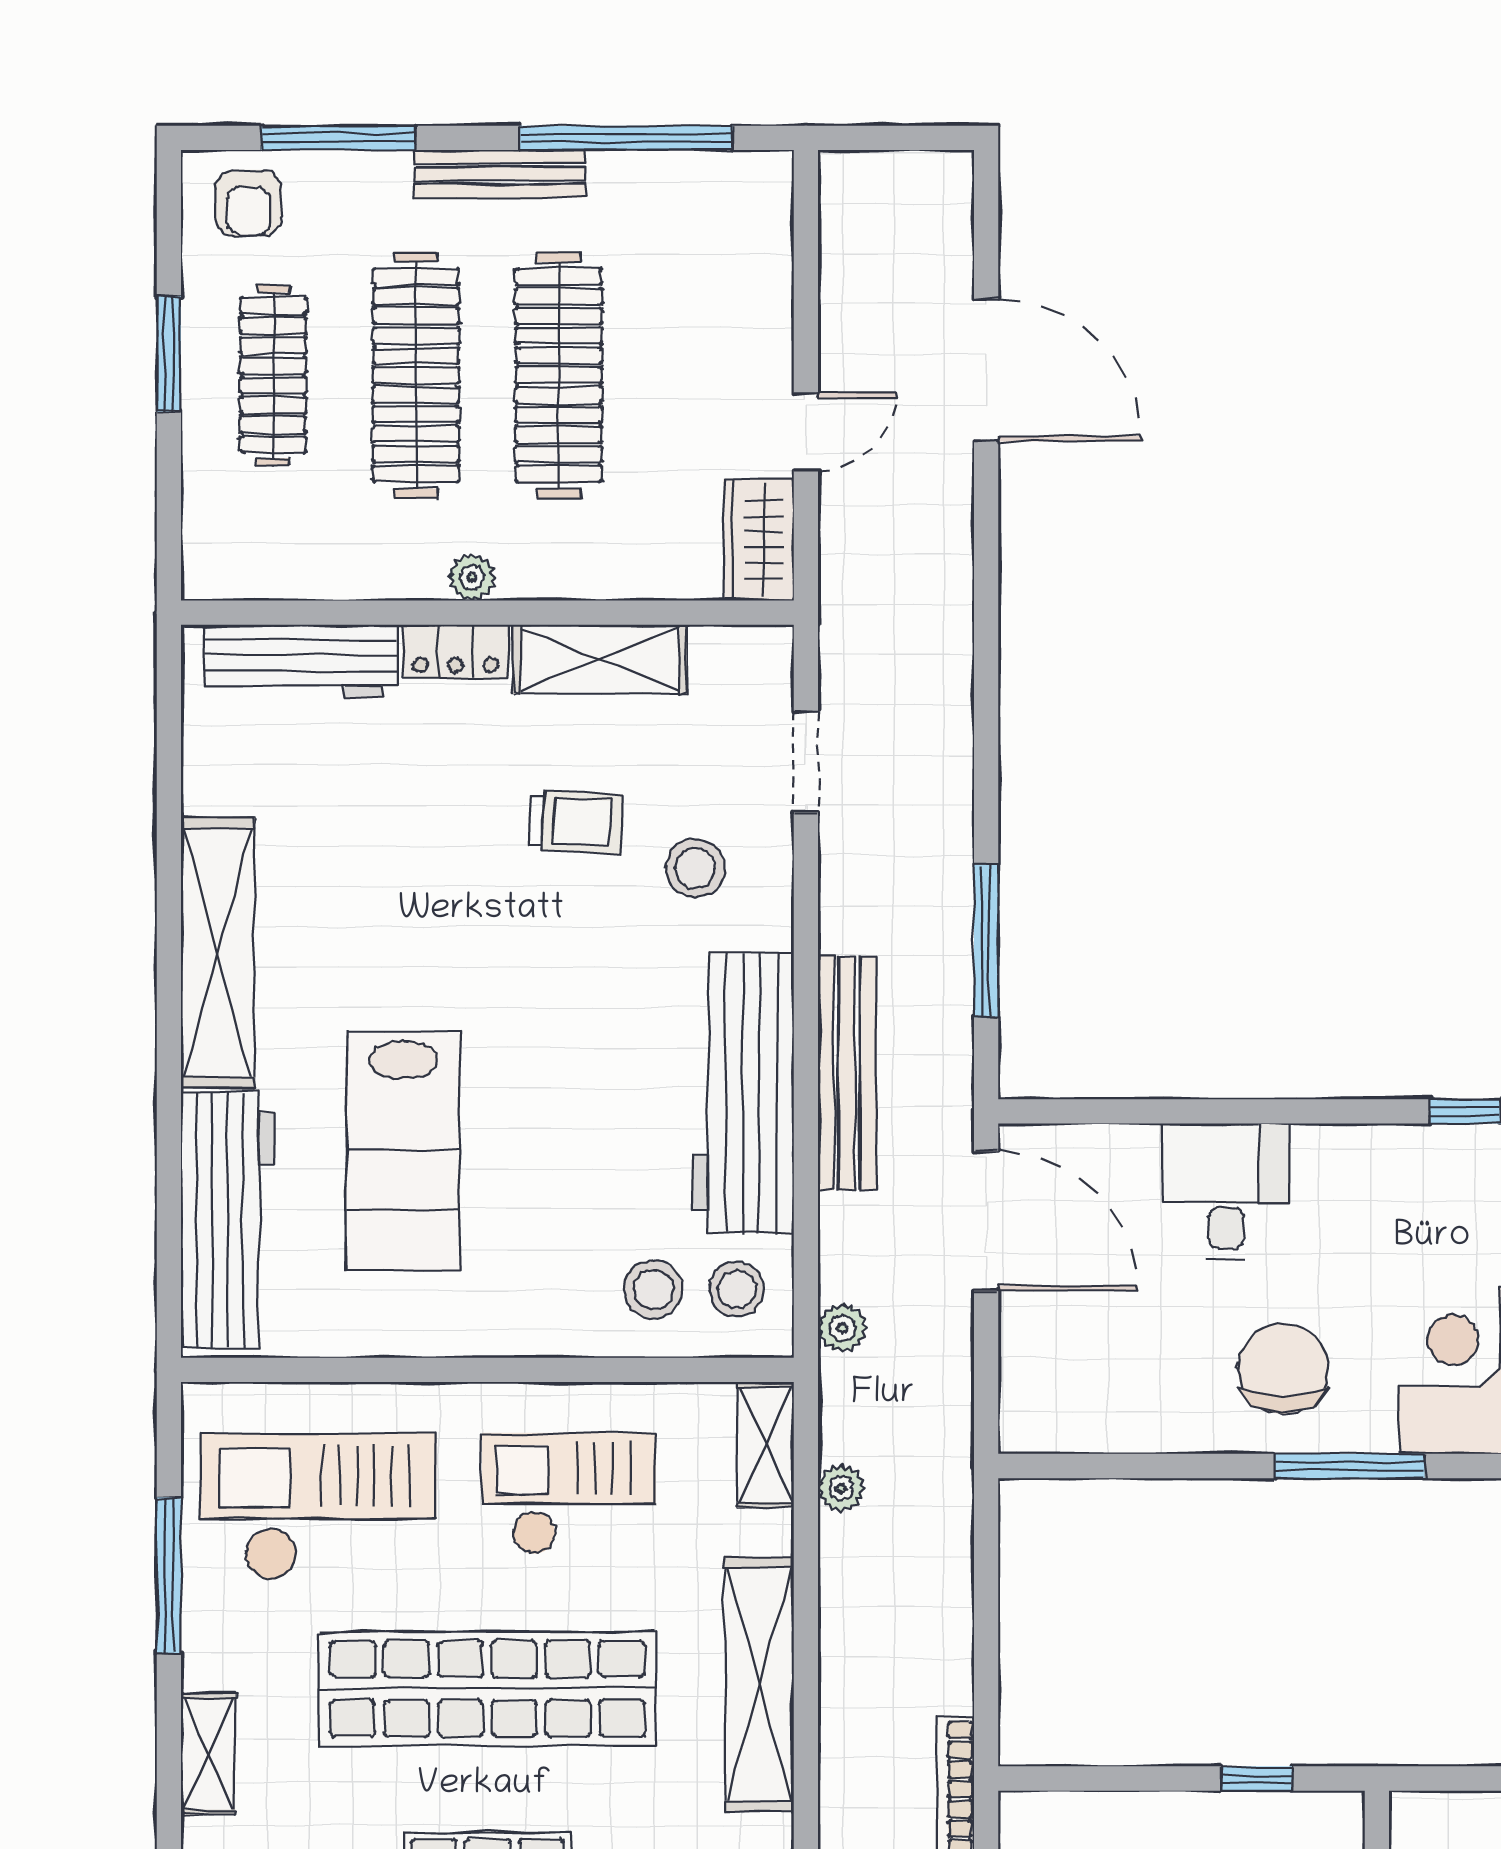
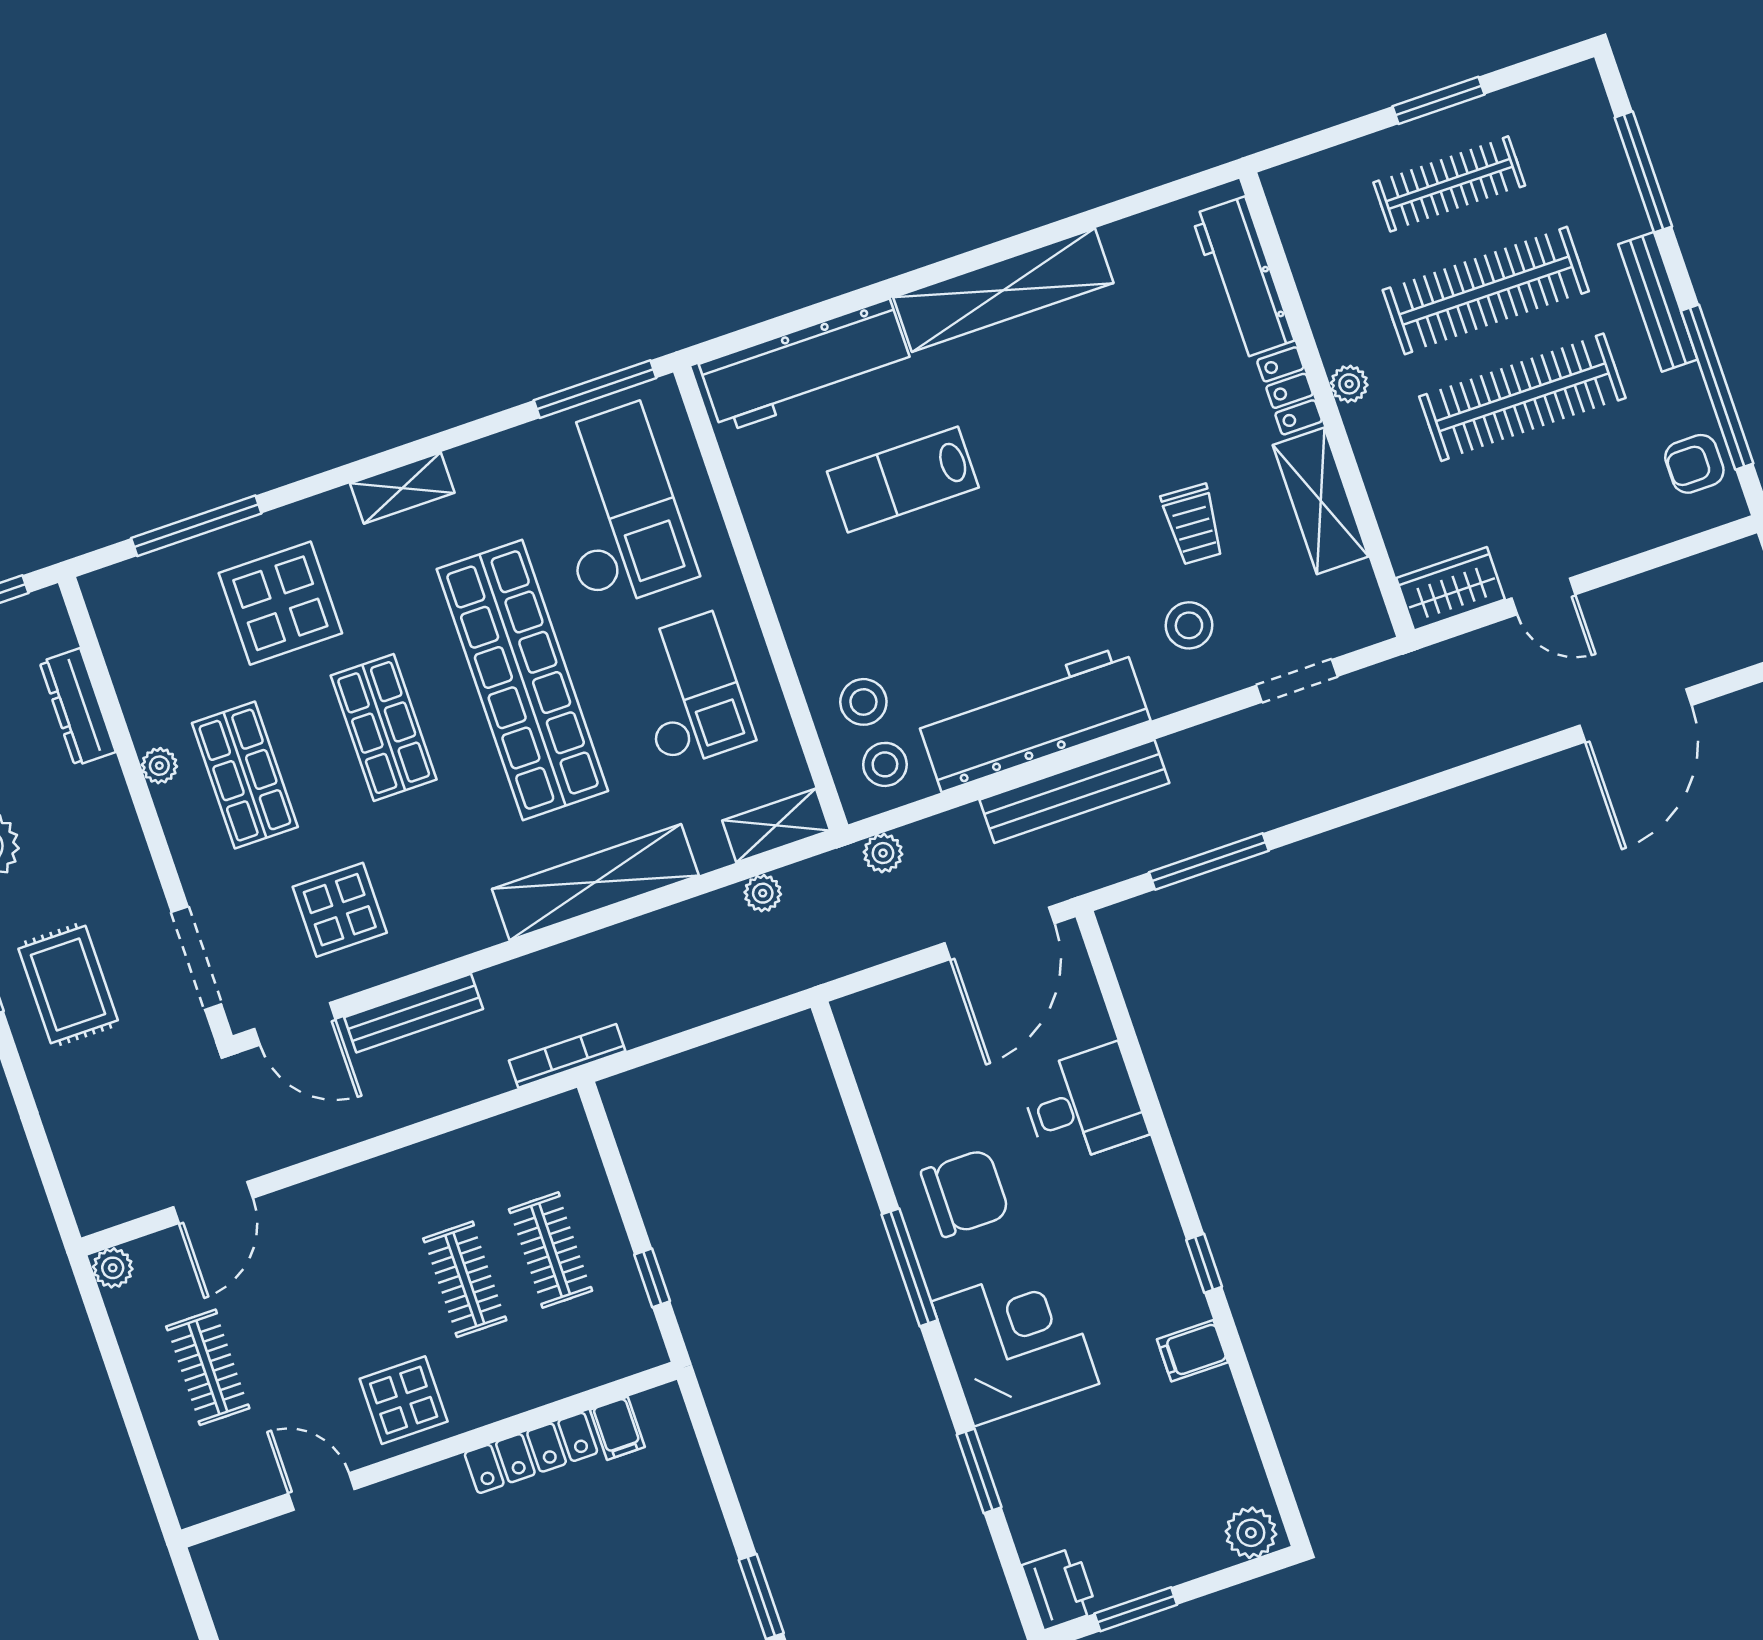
armchair: (248, 203) -> (1694, 464), moved
lab bench: (403, 1151) -> (903, 480), width x0.73, depth x0.72
window: (169, 1576) -> (595, 389), moved

